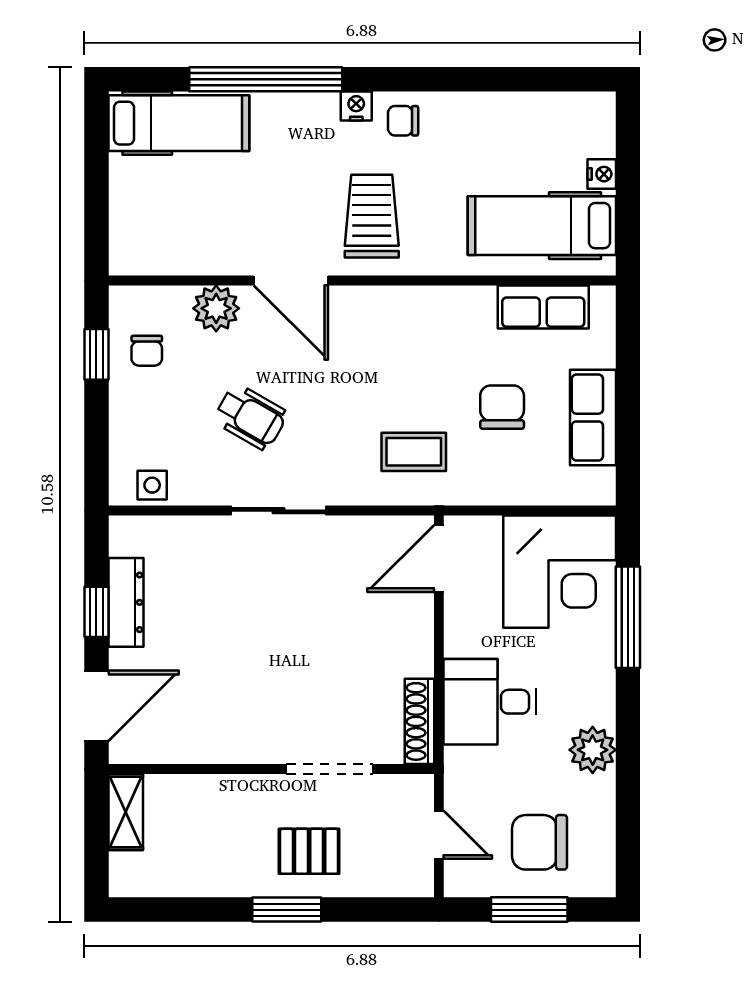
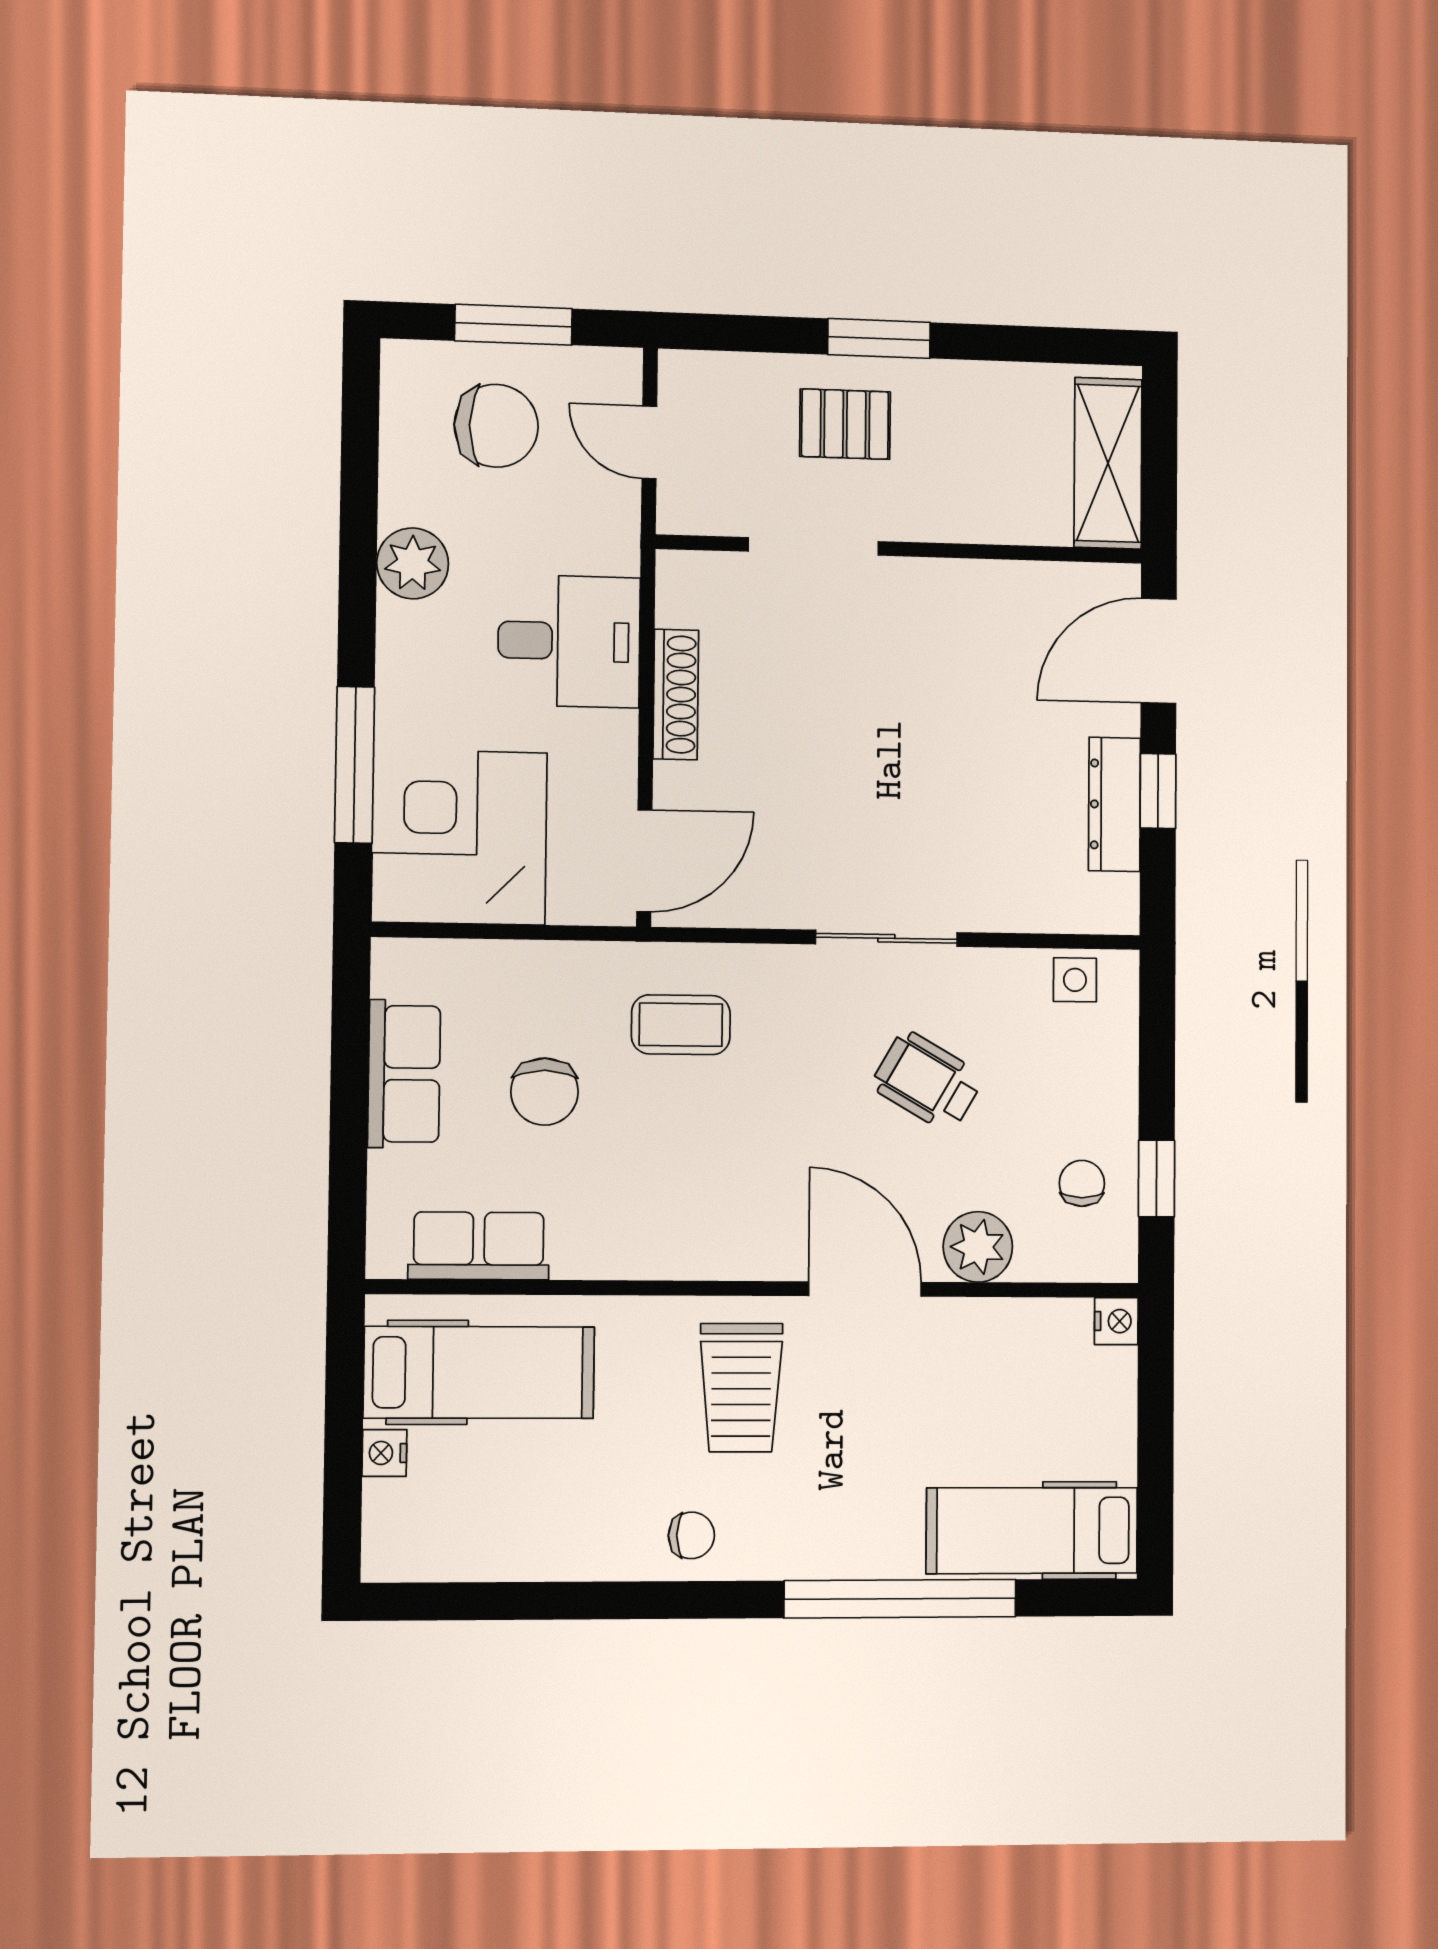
nightstand: (356, 106) -> (1116, 1321), moved, turned -90
shoe rack: (420, 721) -> (676, 694), moved
shelving: (126, 812) -> (1108, 463), width x1.50, depth x1.33

